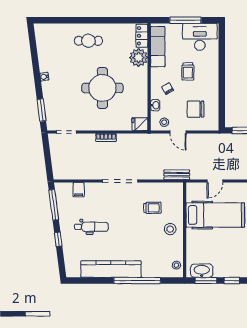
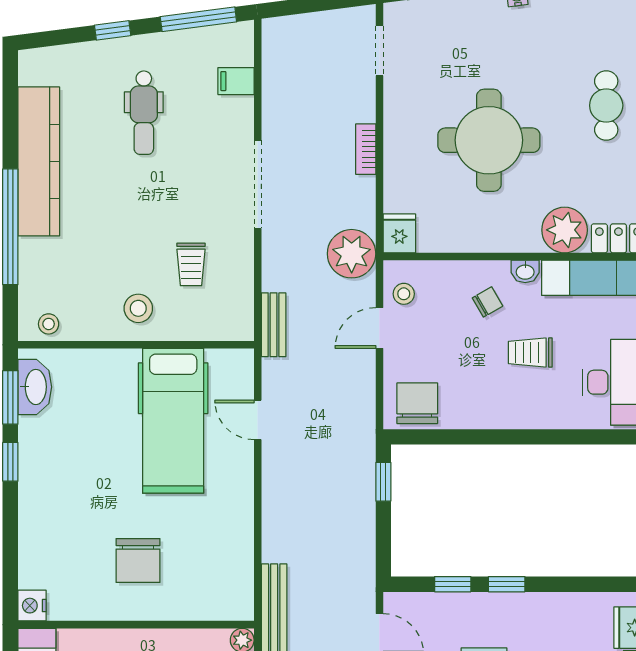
washbasin: (155, 105) -> (525, 271), moved
chair: (196, 109) -> (417, 403), moved
plant: (148, 143) -> (352, 254), added

